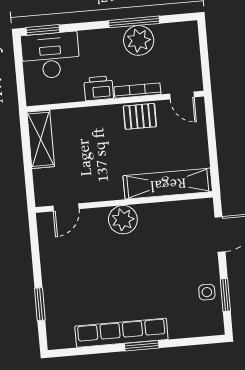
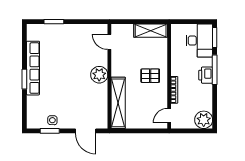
window: (134, 22) -> (215, 70), moved
plant: (139, 40) -> (204, 120), moved
printer: (99, 88) -> (206, 75), moved, turned 180
pallet: (140, 116) -> (150, 76), moved, turned 90

